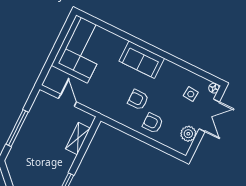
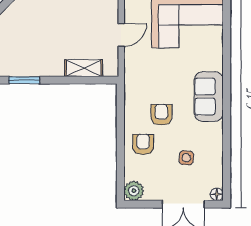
side table: (191, 94) -> (186, 158), moved
plant: (188, 134) -> (134, 191), moved

